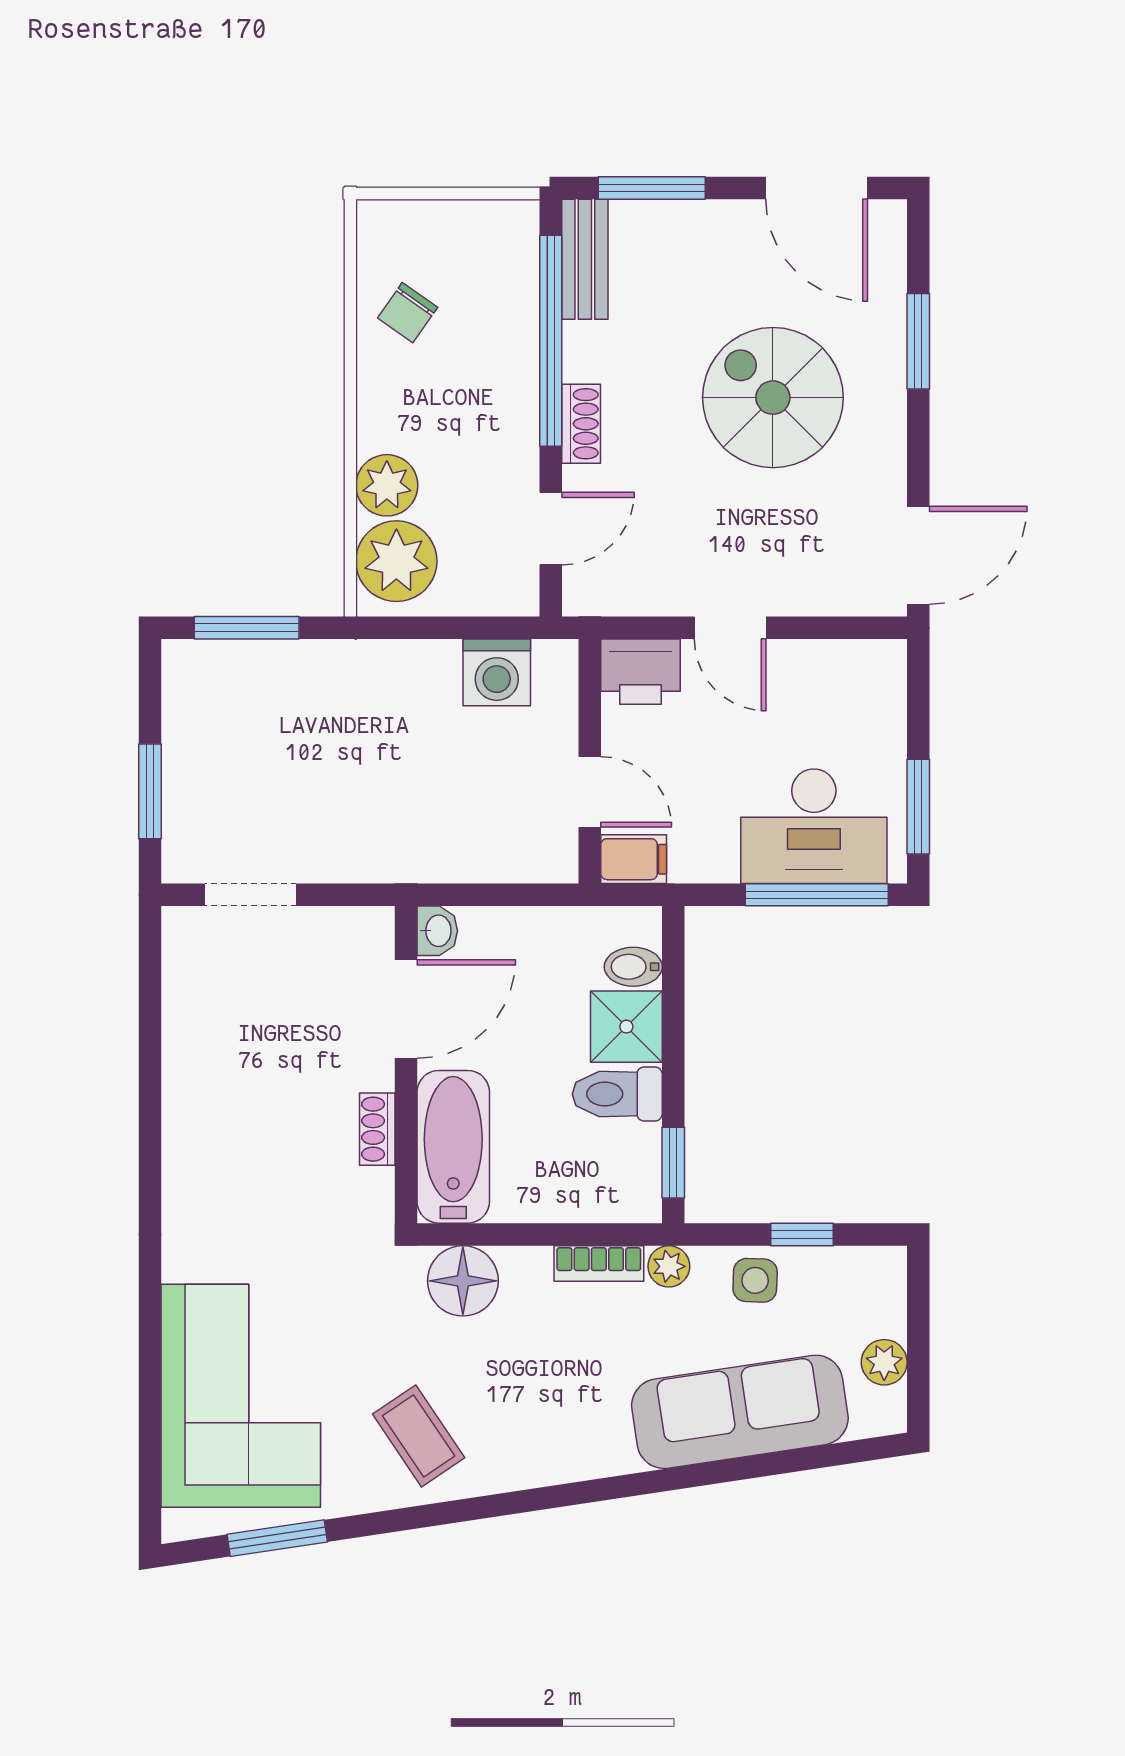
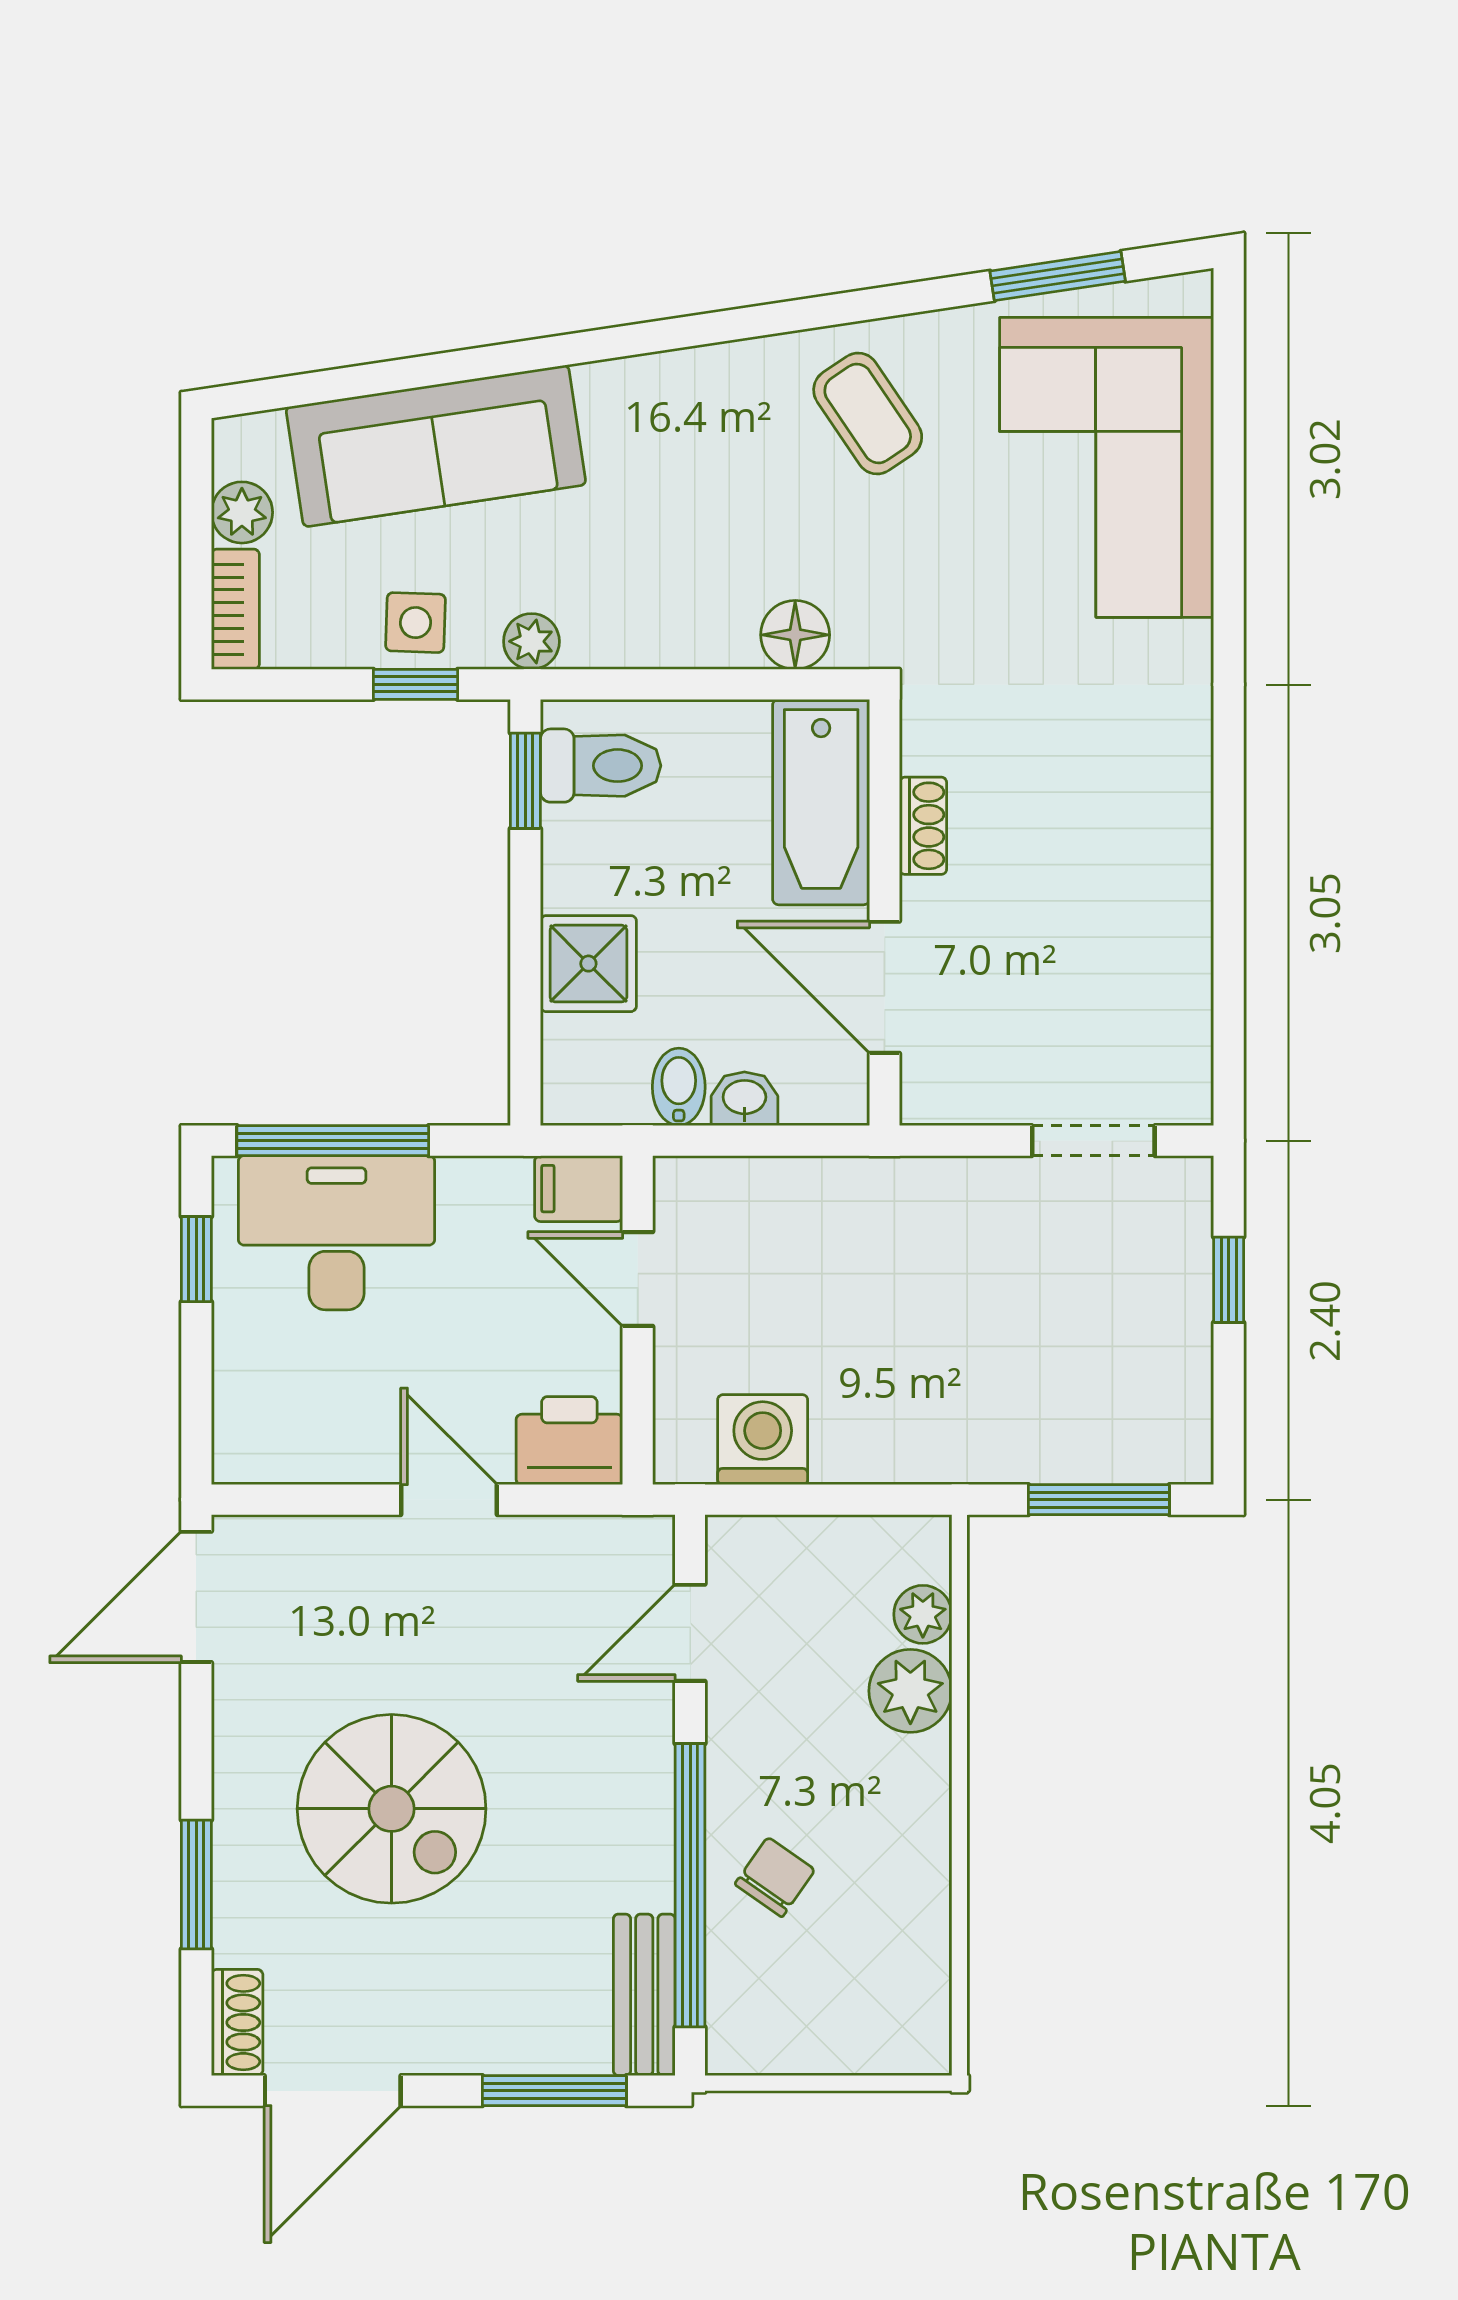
door: (817, 188) -> (333, 2091), swing flipped
chair: (408, 313) -> (775, 1877), moved
shoe rack: (581, 424) -> (237, 2022), moved, turned 180
plant: (396, 561) -> (923, 1614), width x0.53, depth x0.53
window: (150, 791) -> (1229, 1280), width x0.67
window: (918, 807) -> (196, 1259), width x0.67
washbasin: (437, 931) -> (744, 1099), moved, turned 90
bidet: (633, 967) -> (679, 1087), moved, turned -90
door: (406, 1009) -> (884, 987), hinge flipped
toilet: (617, 1094) -> (601, 766), moved
window: (802, 1234) -> (416, 684), moved
bookcase: (599, 1263) -> (235, 609), moved, turned 90
floor lamp: (463, 1281) -> (795, 635), width x0.73, depth x0.73

